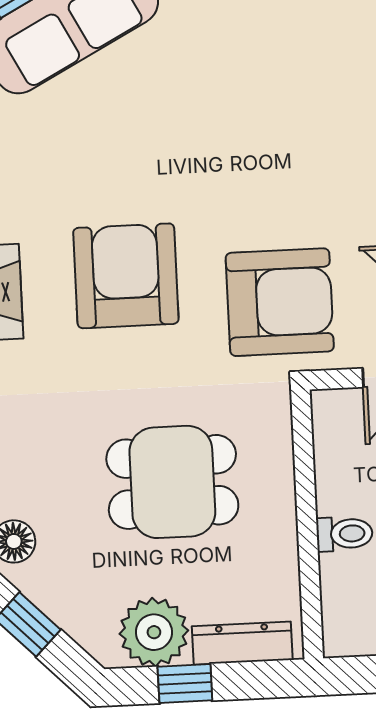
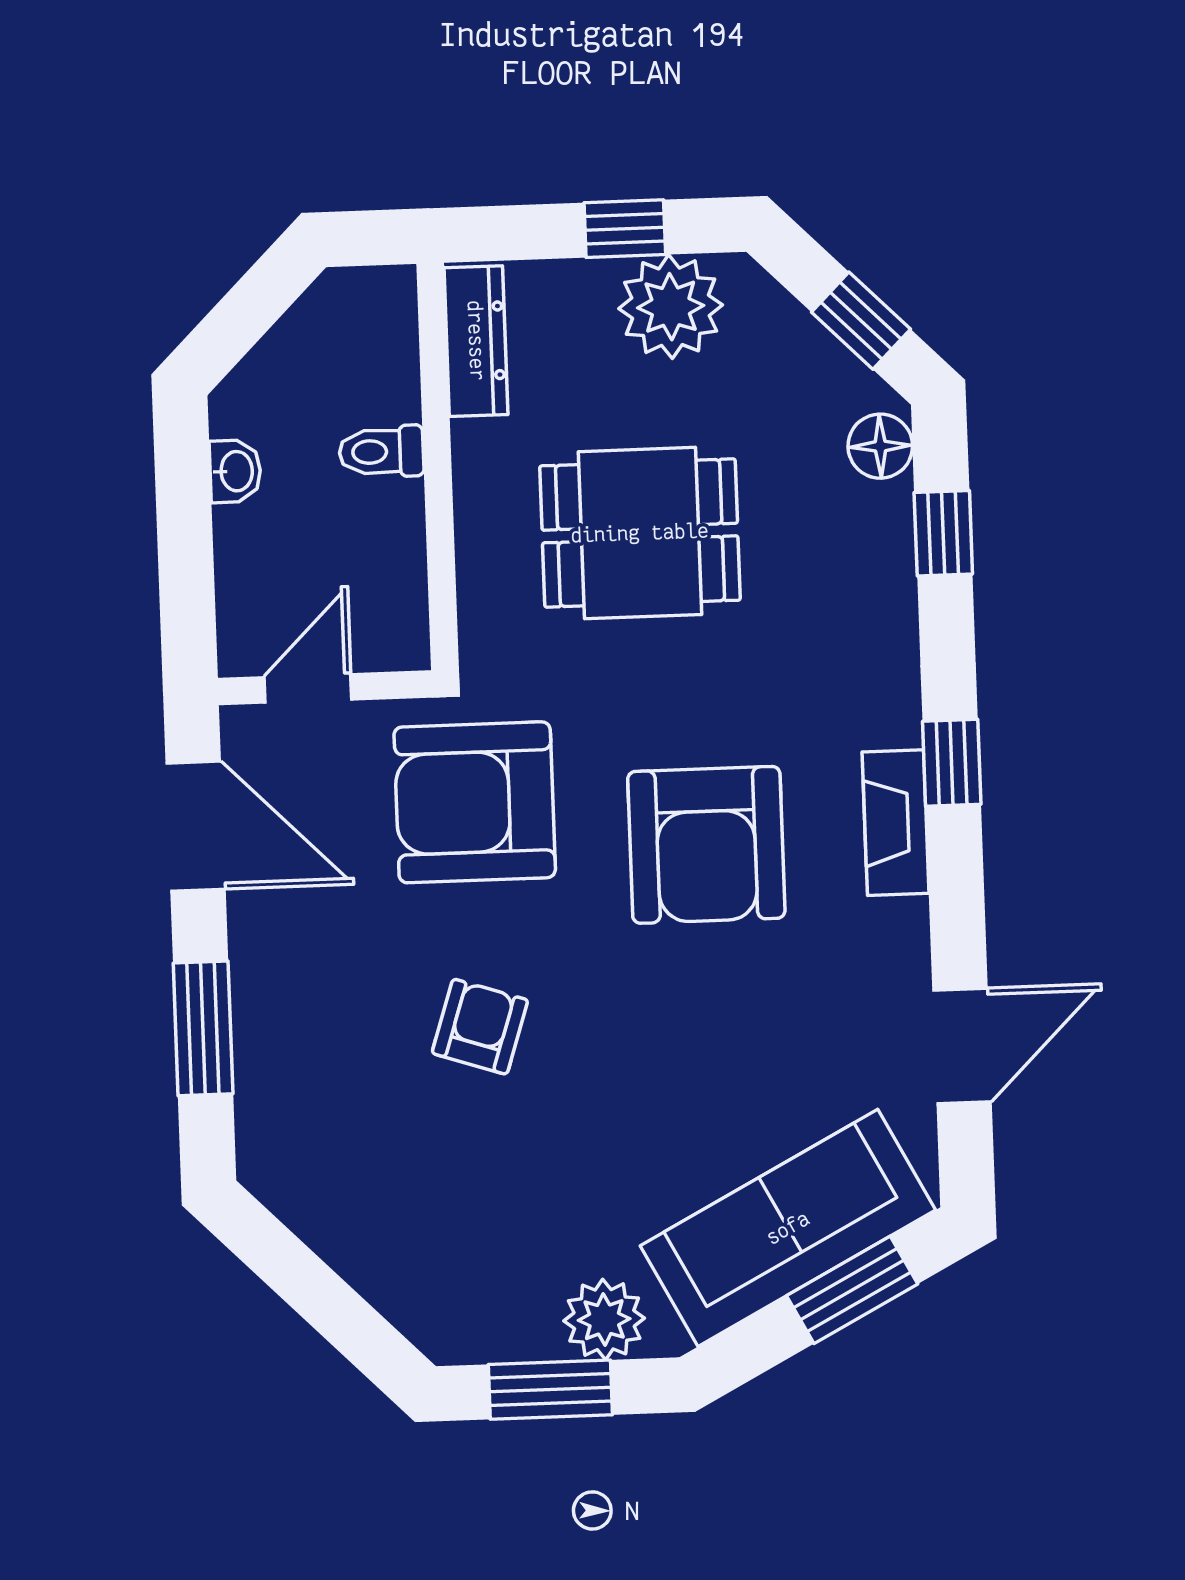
armchair: (274, 154) -> (480, 1027), added
dresser: (242, 643) -> (476, 341), moved, turned -90

